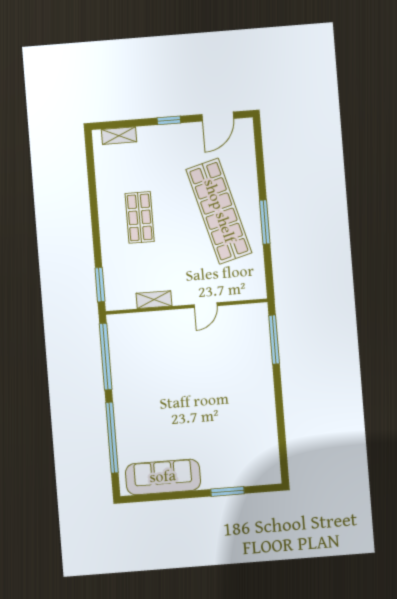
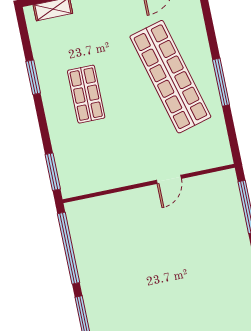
window: (93, 196) -> (33, 77), added
shelving: (154, 300) -> (113, 180), removed

